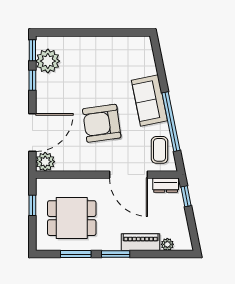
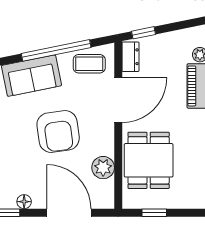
floor lamp: (42, 94) -> (24, 202), added
plant: (45, 162) -> (103, 168), moved
dining table: (72, 218) -> (149, 160), moved

